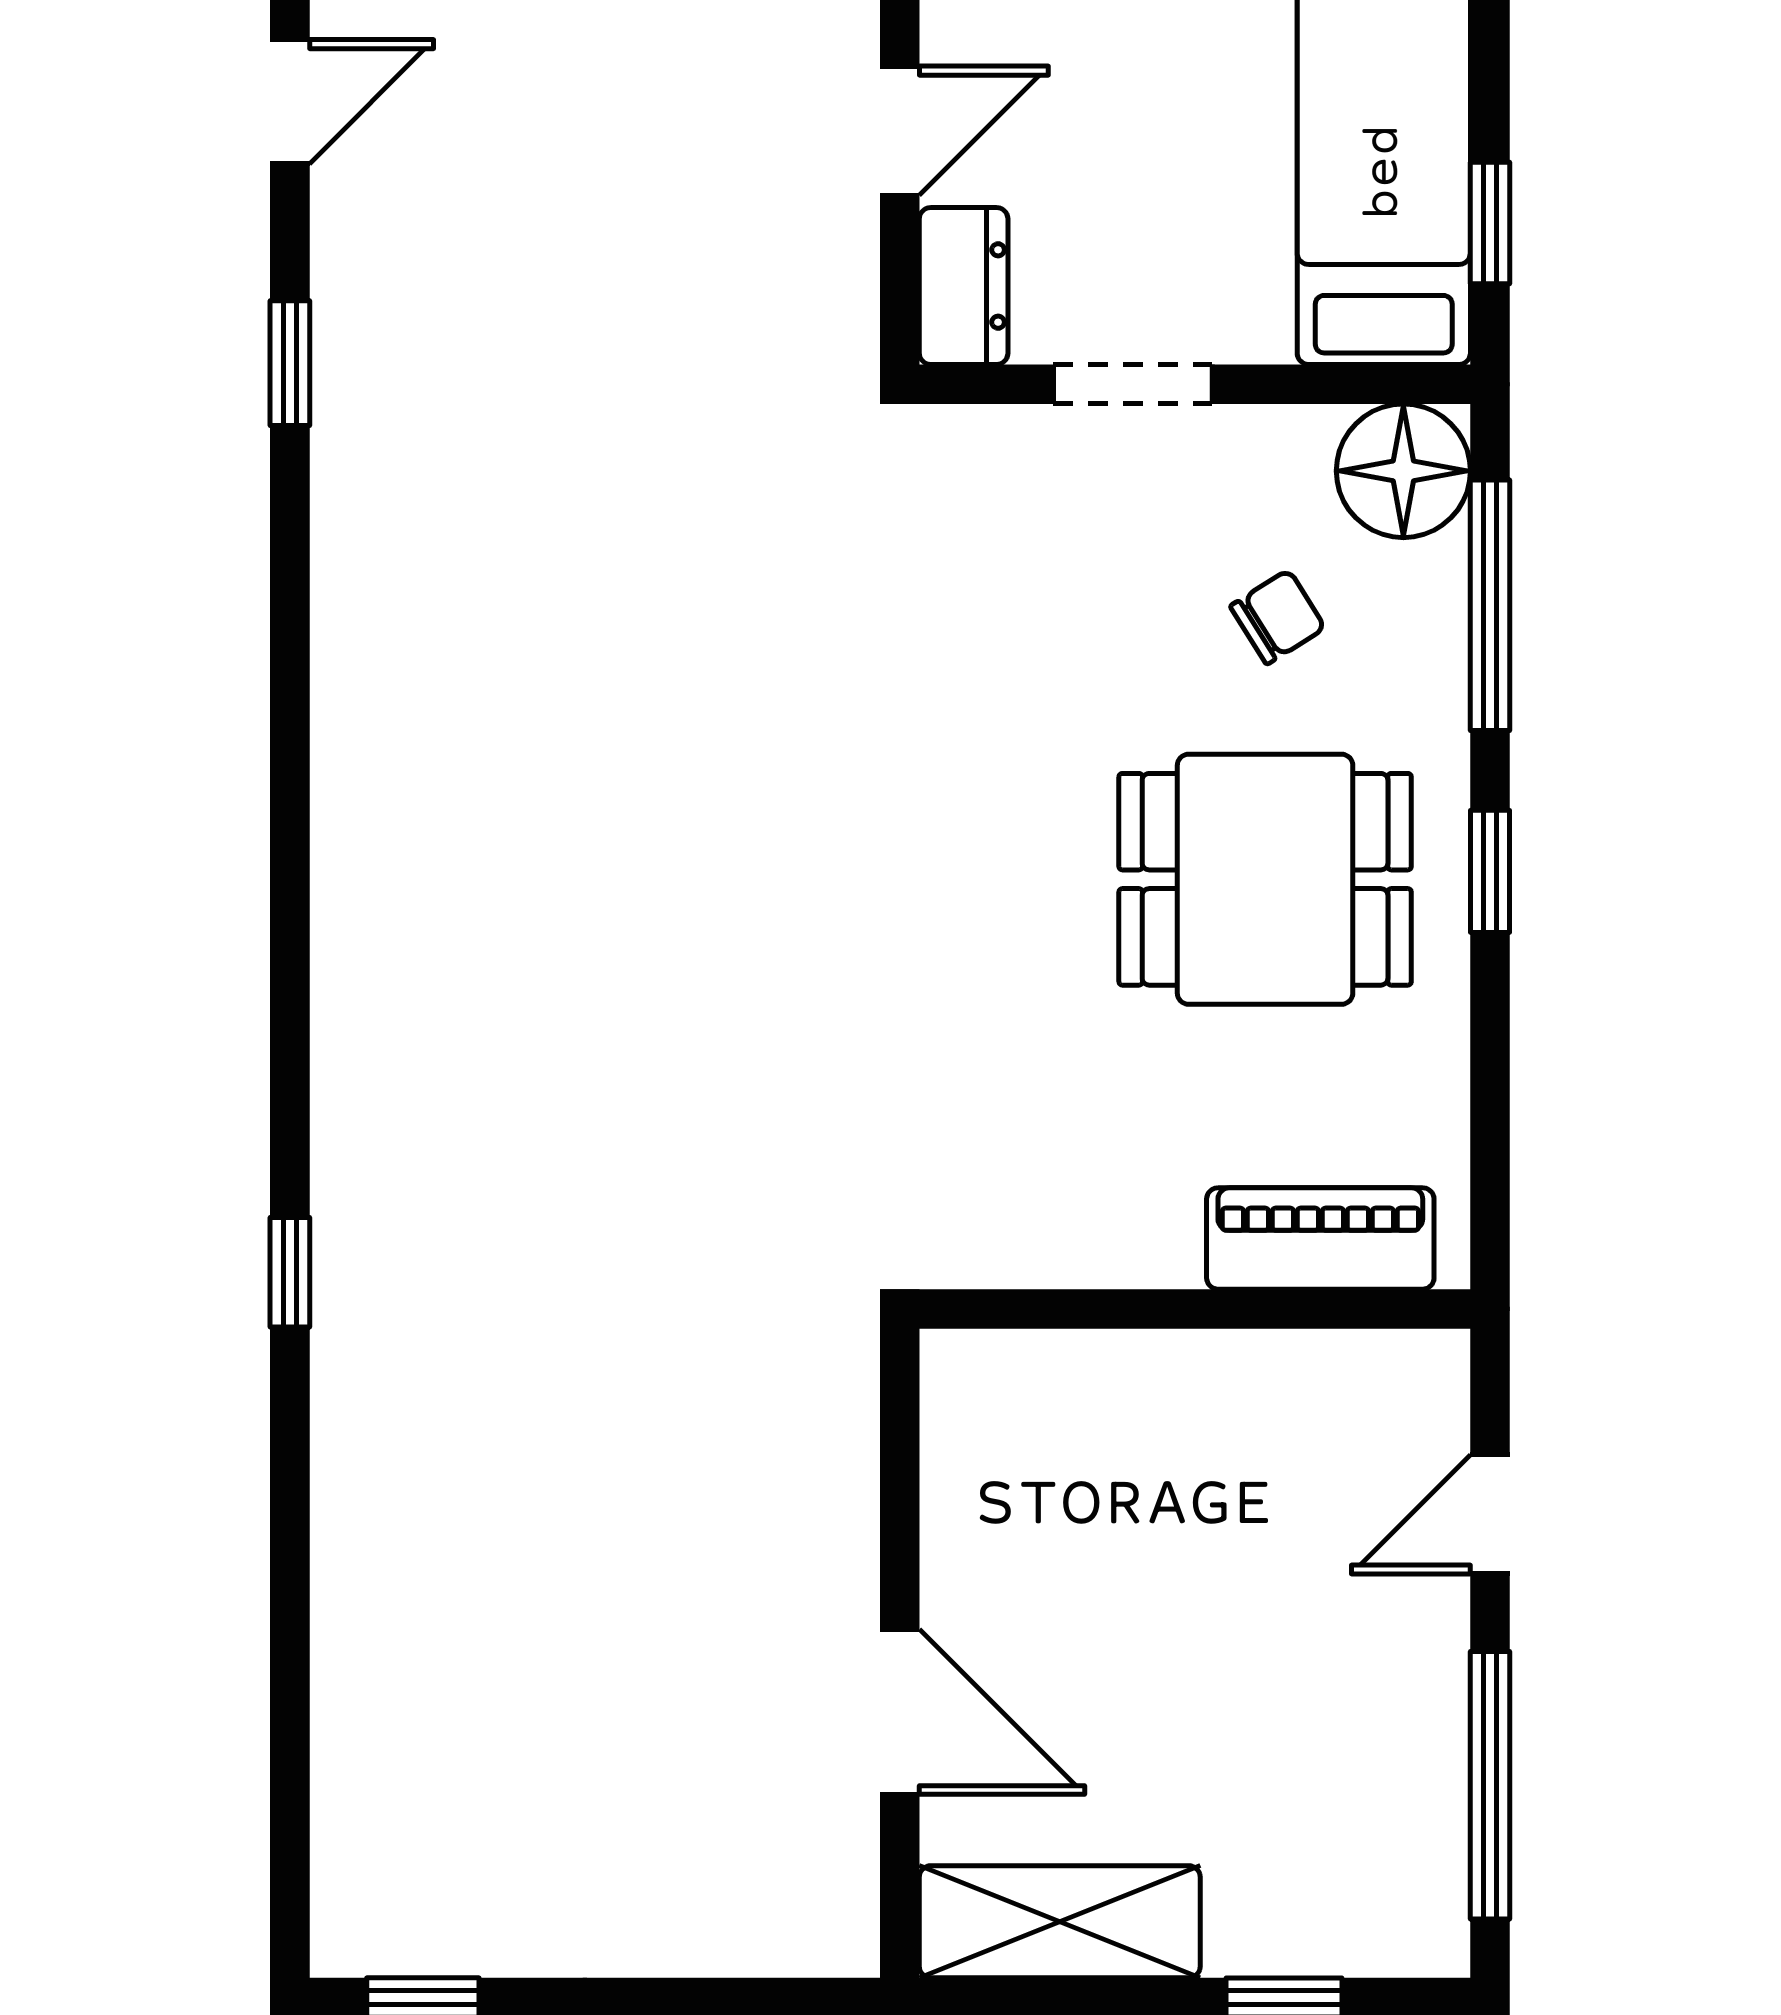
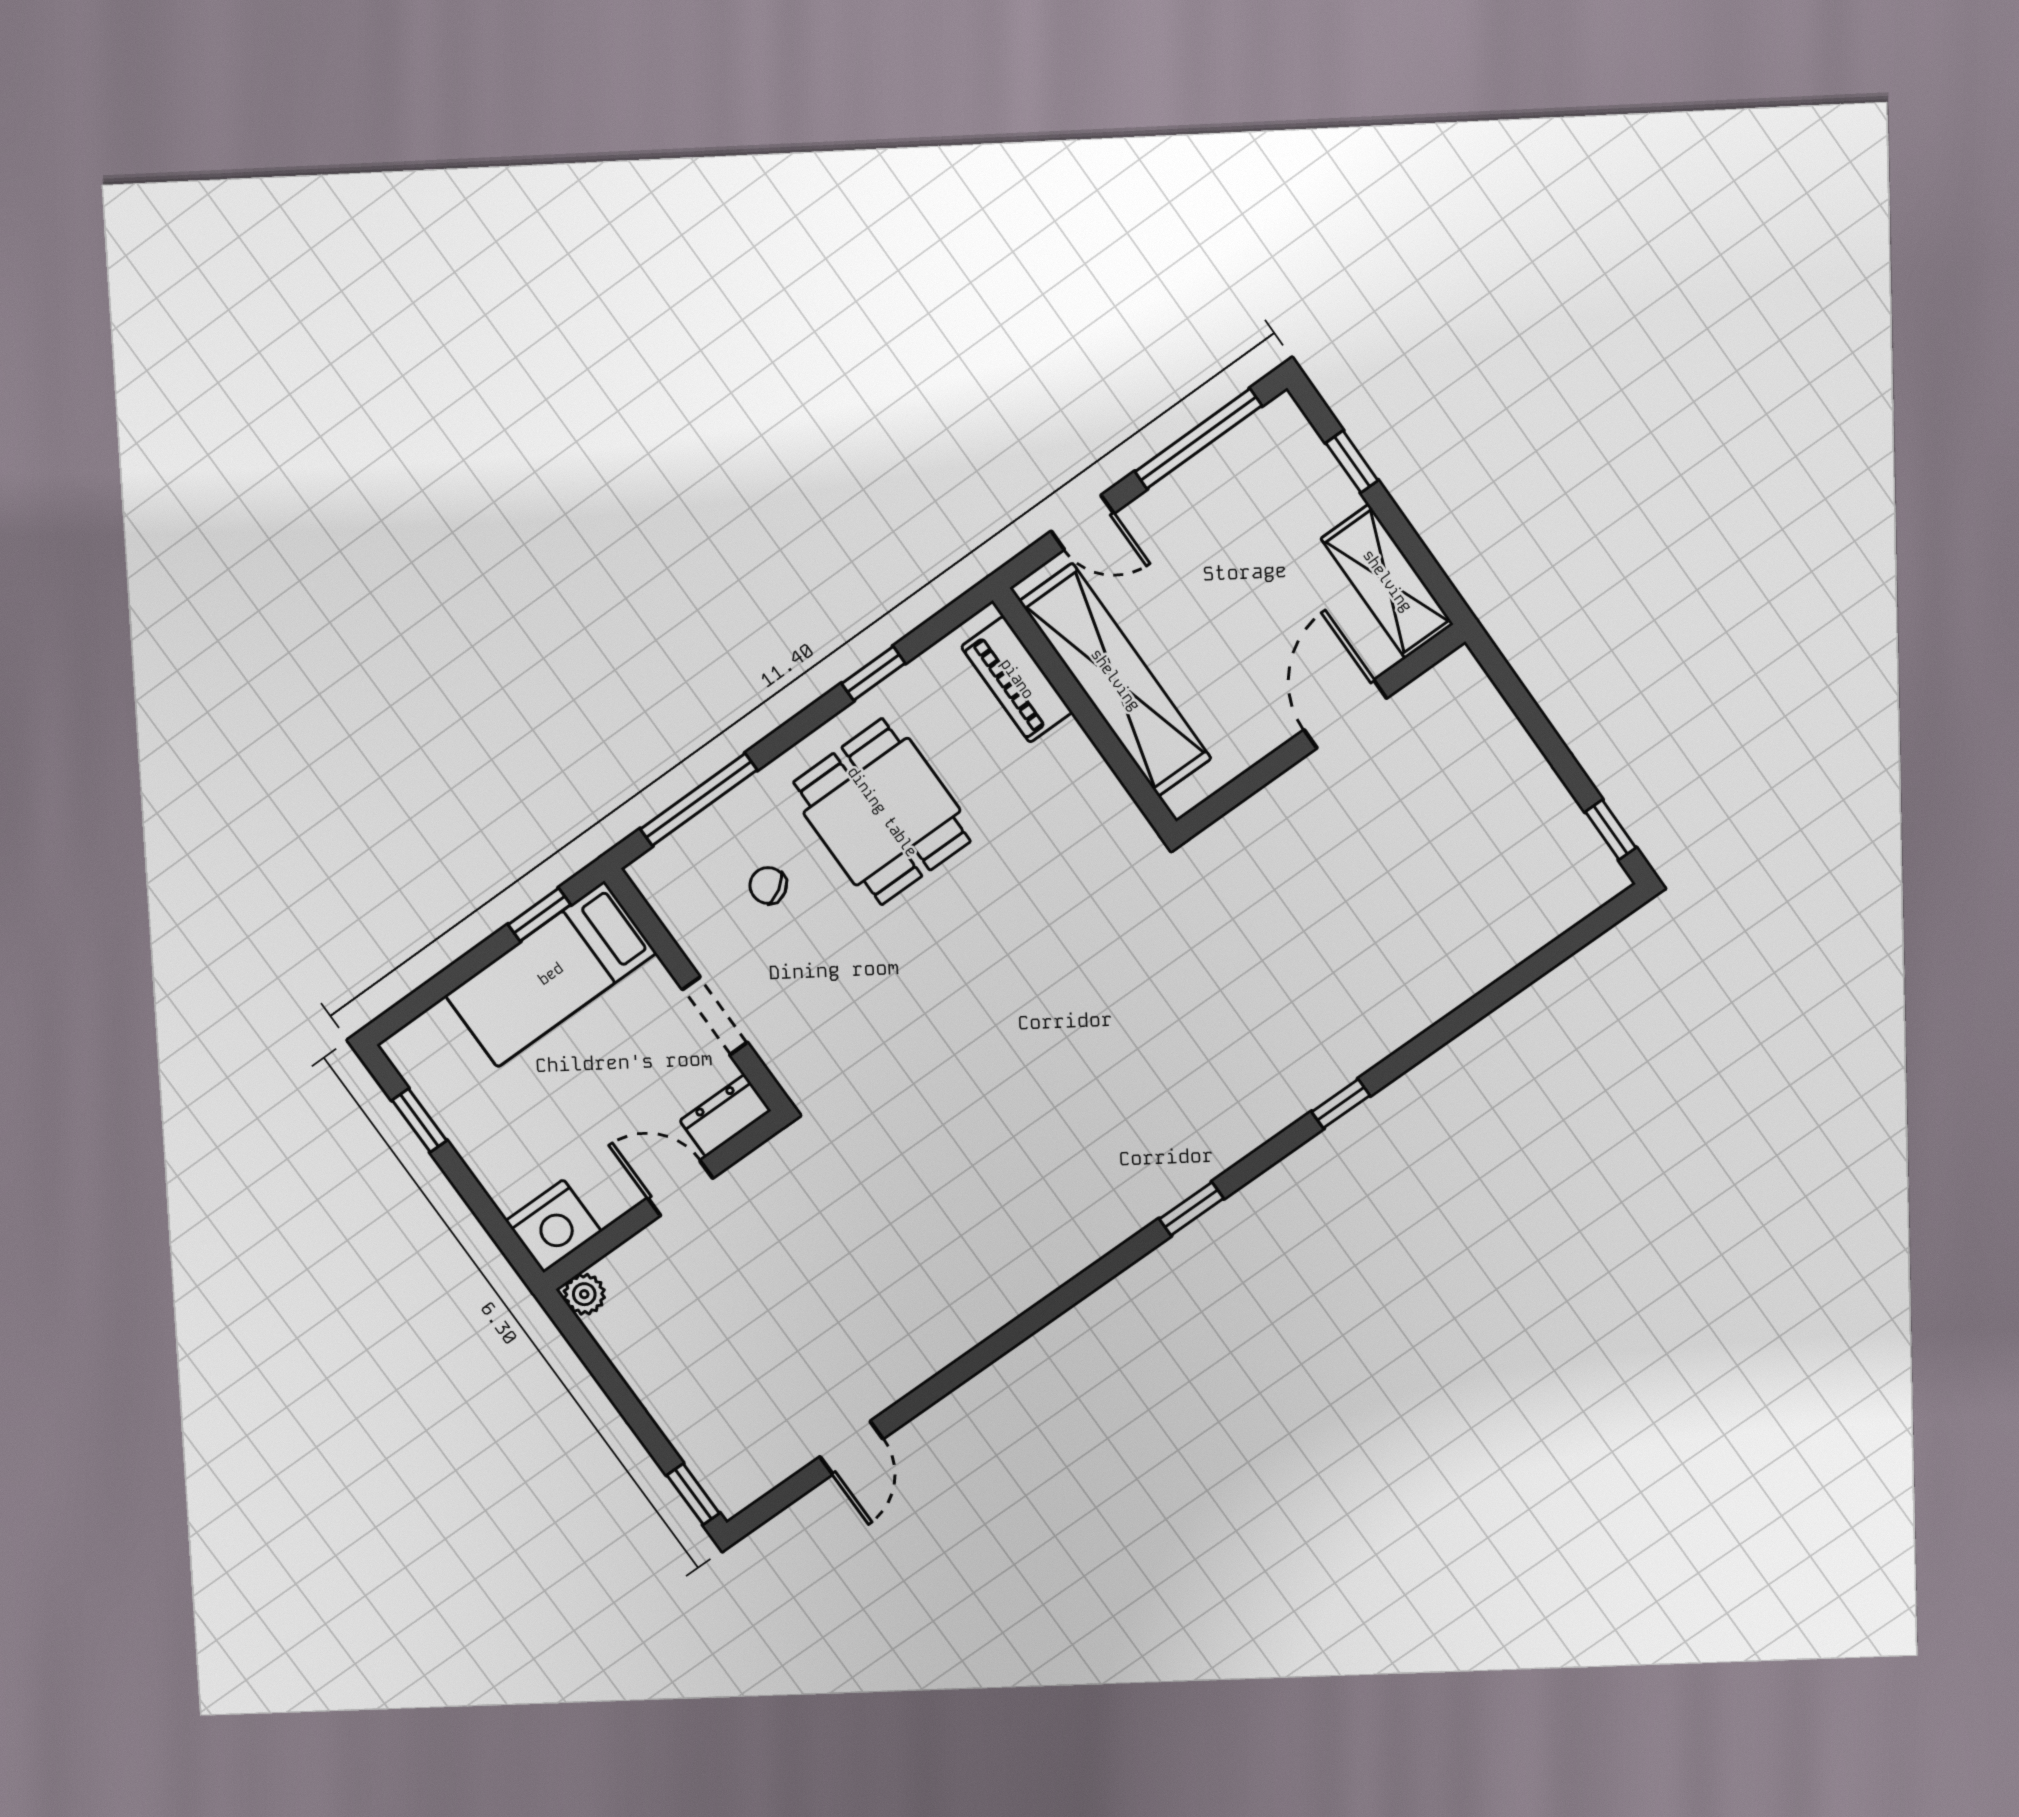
door: (290, 102) -> (851, 1448), swing flipped
window: (290, 363) -> (1191, 1209), moved
floor lamp: (1403, 471) -> (669, 877), removed
window: (1490, 871) -> (873, 673), moved
shelving: (1209, 1391) -> (1115, 680), added

